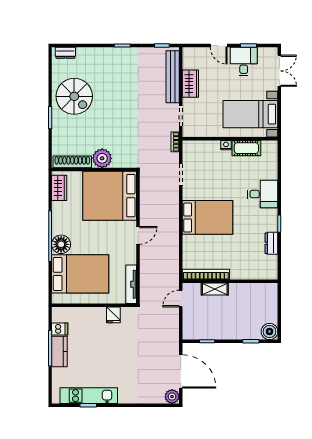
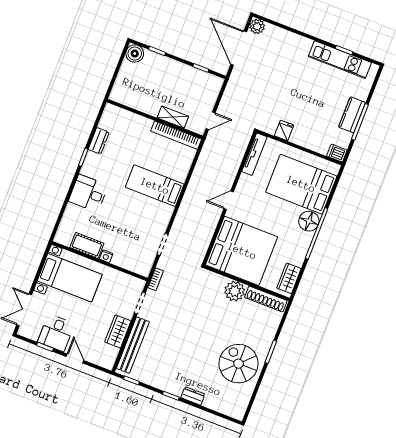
dresser: (65, 53) -> (193, 396), moved
bed: (207, 217) -> (155, 186), width x0.67
dishwasher: (60, 329) -> (337, 153), moved

